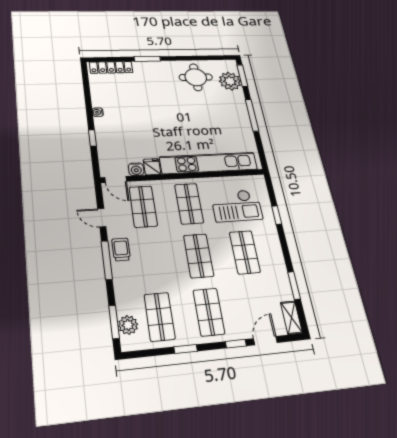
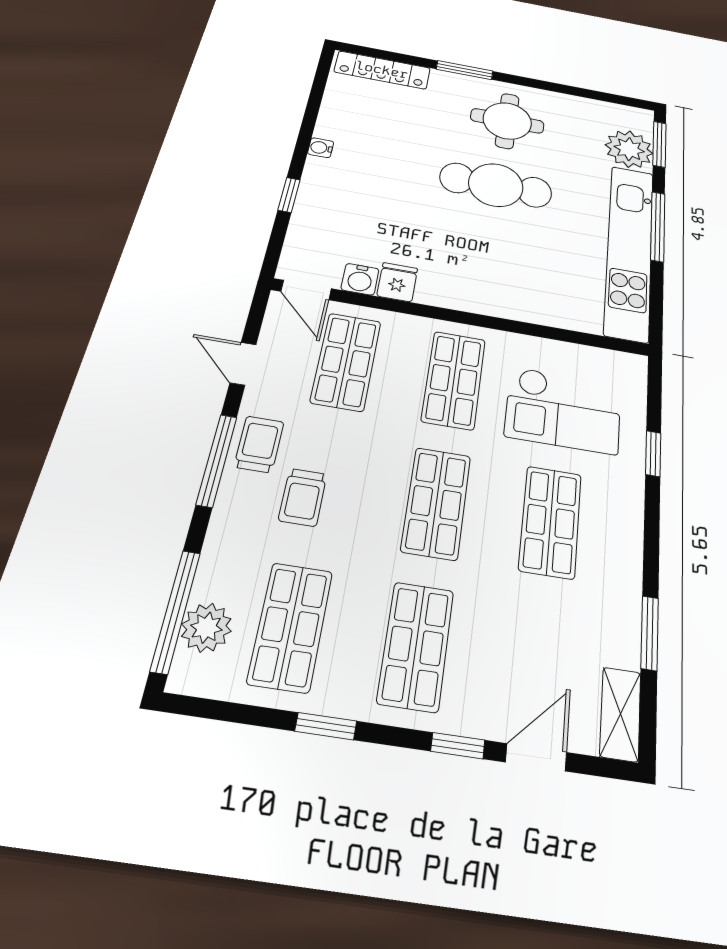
round table: (196, 77) -> (507, 121), moved
cafe table: (179, 112) -> (496, 185), added
kitchen unit: (209, 163) -> (629, 251), moved, turned -90
trolley: (146, 266) -> (303, 497), added
window: (114, 322) -> (176, 611), width x1.44

